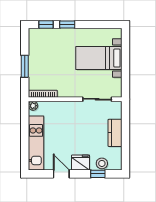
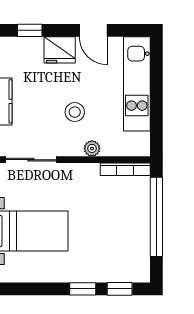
window: (25, 66) -> (156, 217), width x2.11
plant: (33, 106) -> (92, 148), moved
stool: (102, 163) -> (75, 112), moved

